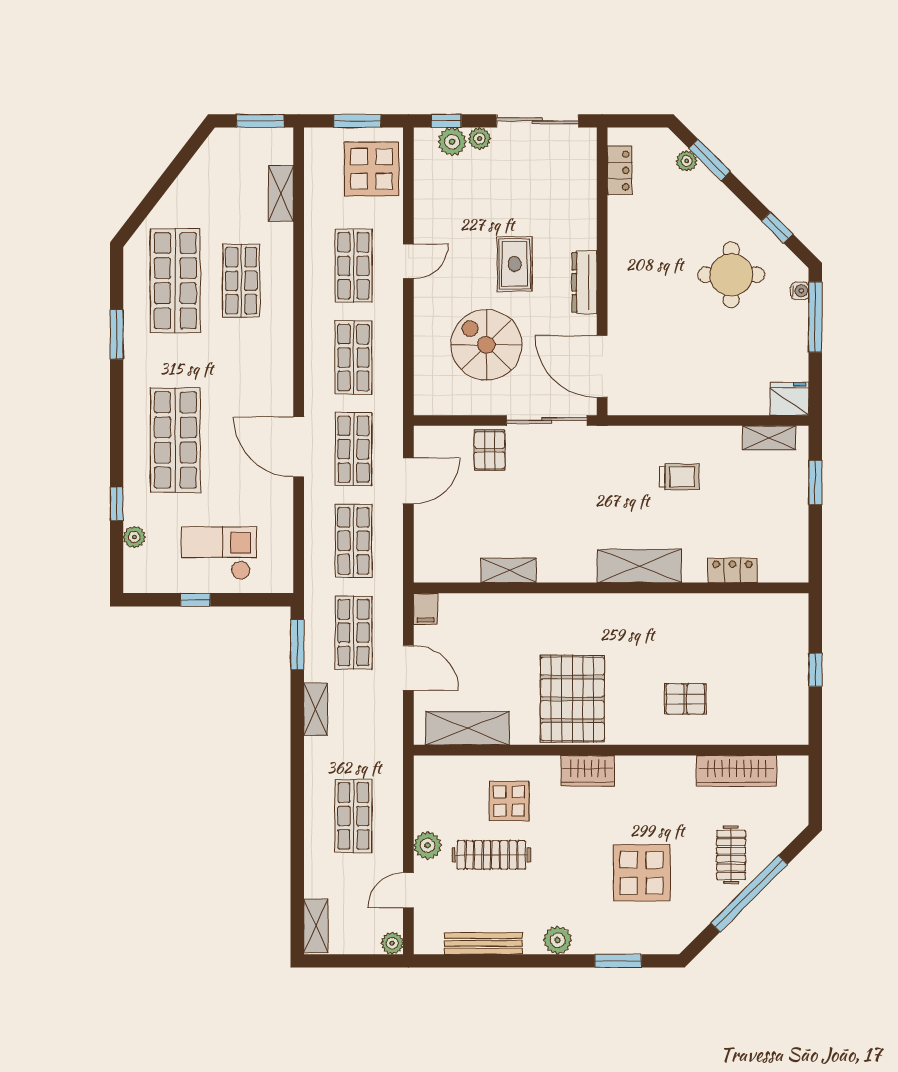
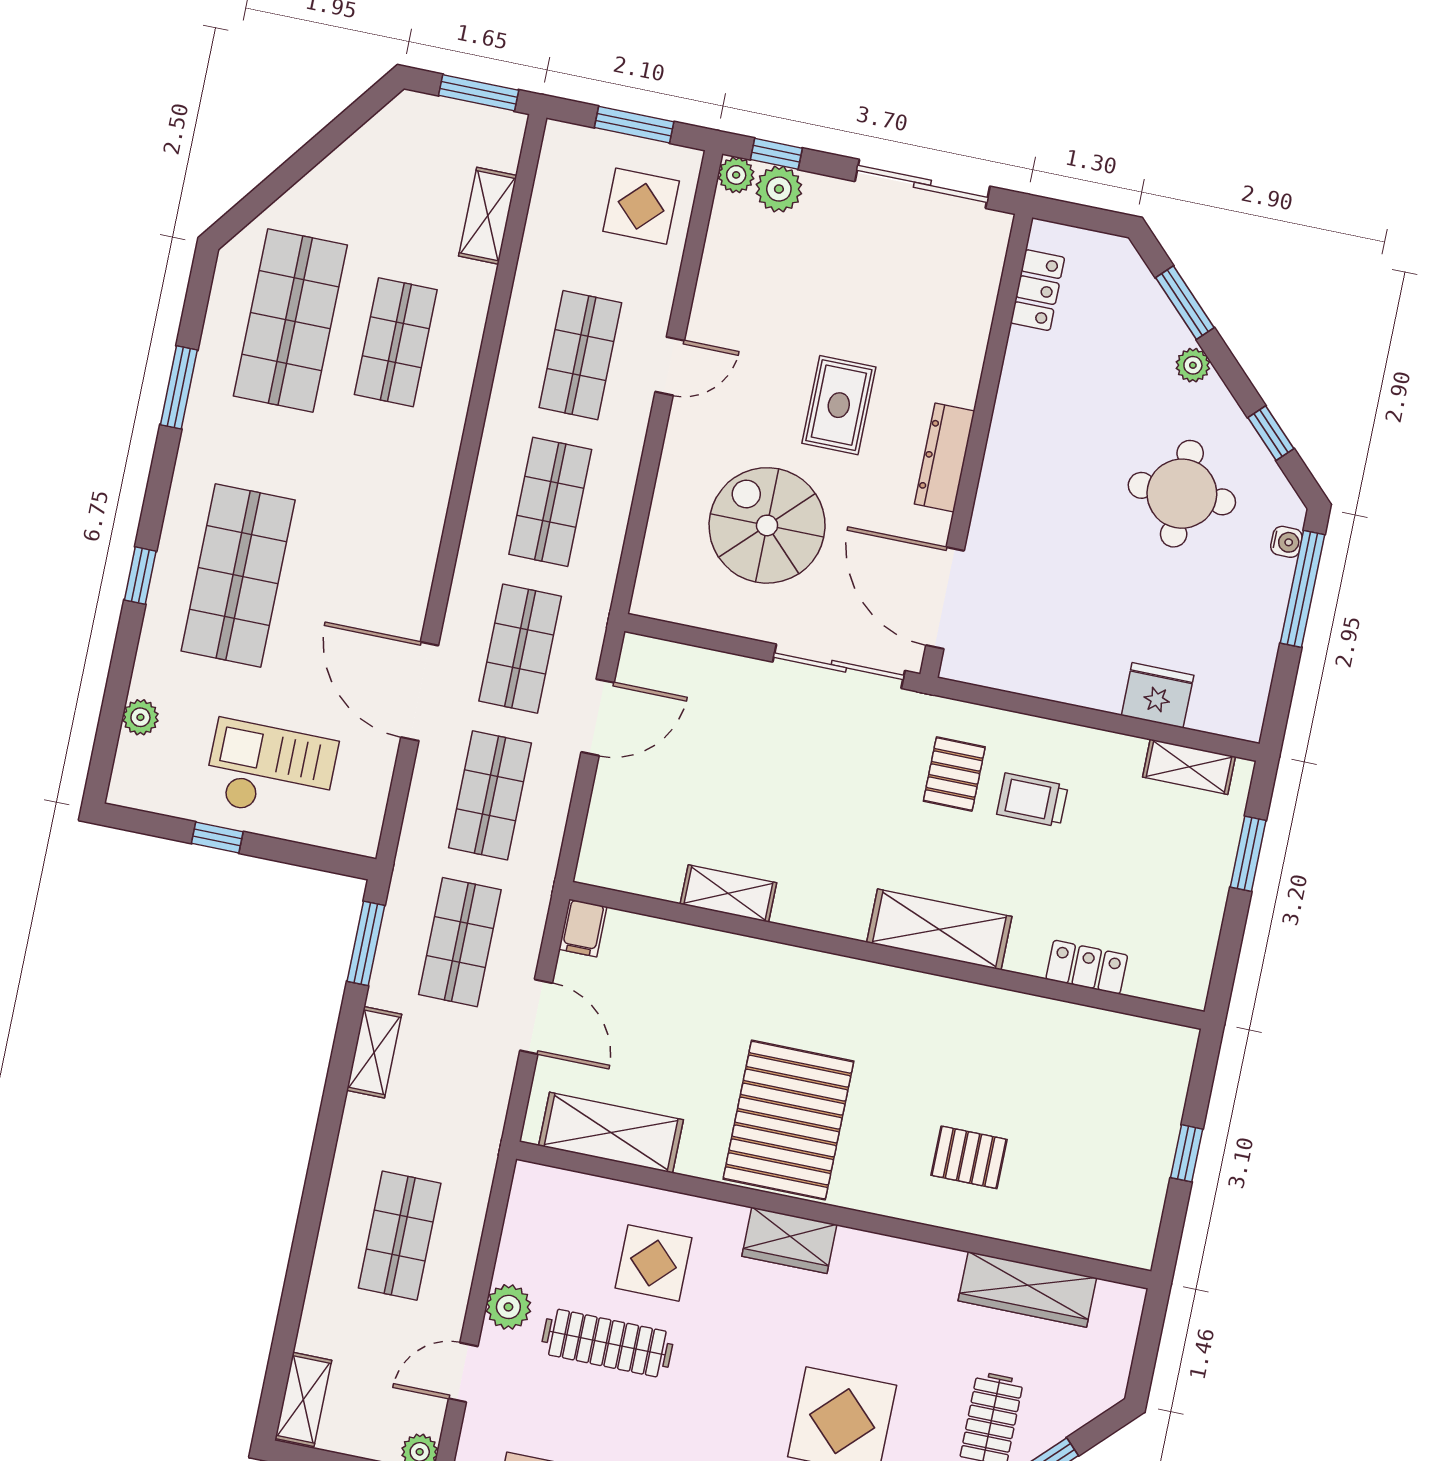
plant: (479, 139) -> (736, 175), moved
plant: (687, 161) -> (1193, 365), moved
display table: (372, 169) -> (641, 206), width x0.73, depth x0.73
fridge: (789, 399) -> (1158, 695), moved
door: (299, 447) -> (420, 691), moved
pallet: (490, 450) -> (954, 774), moved
trolley: (679, 477) -> (1032, 800), turned 180
window: (117, 504) -> (140, 576), moved

